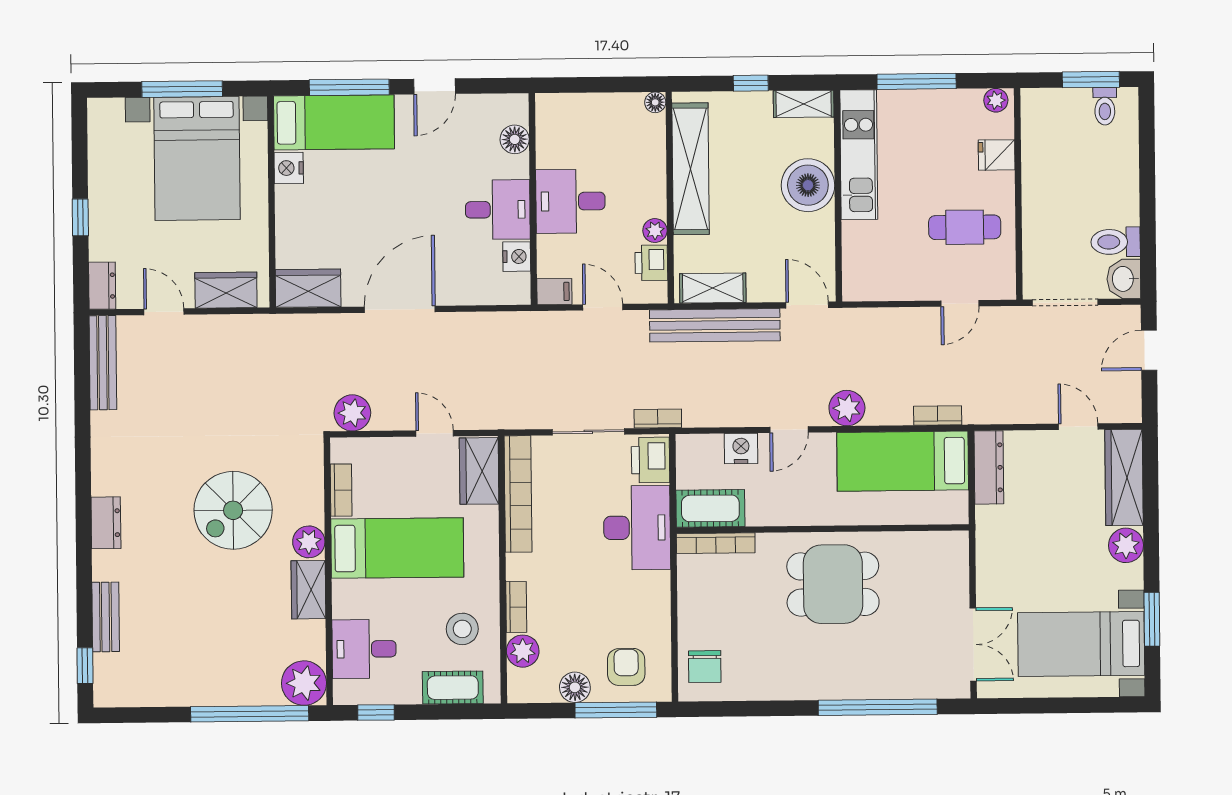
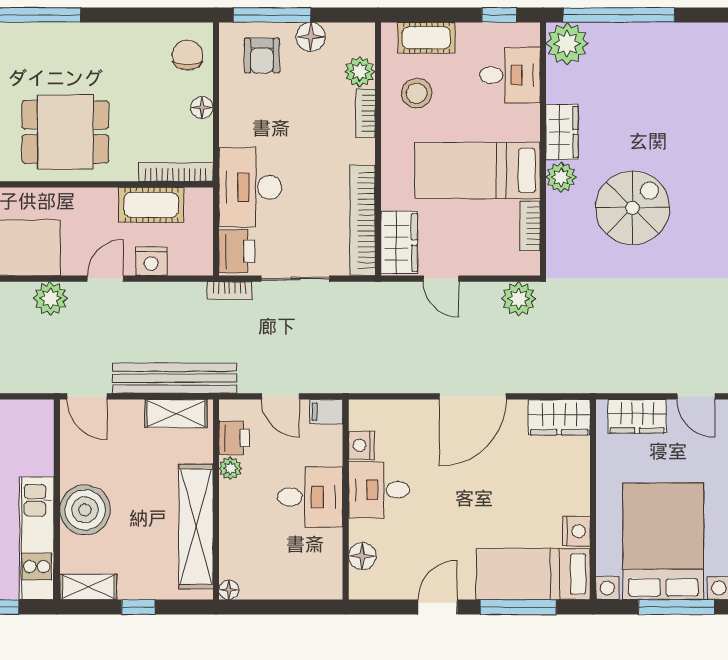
cot: (710, 508) -> (151, 205), moved
floor lamp: (689, 611) -> (202, 108), added

